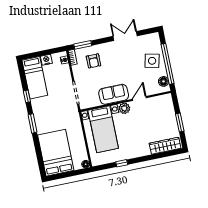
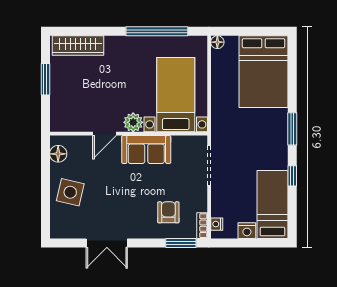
window: (168, 64) -> (45, 182), removed
window: (122, 163) -> (157, 31), width x3.17

